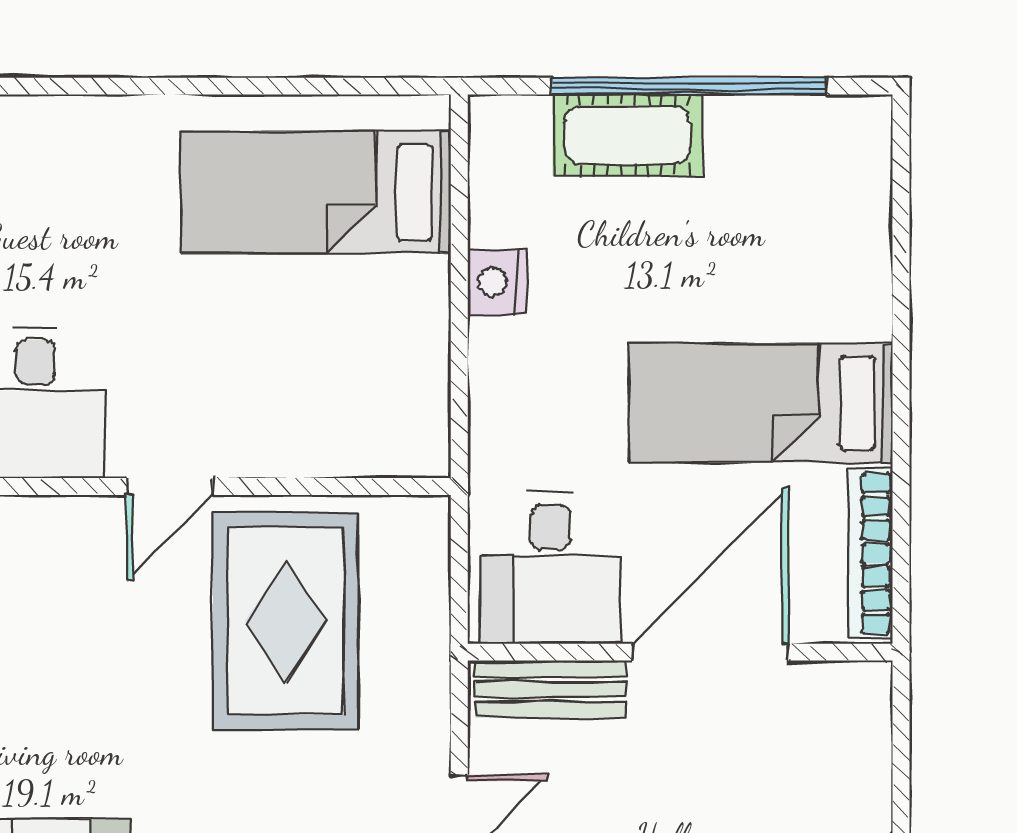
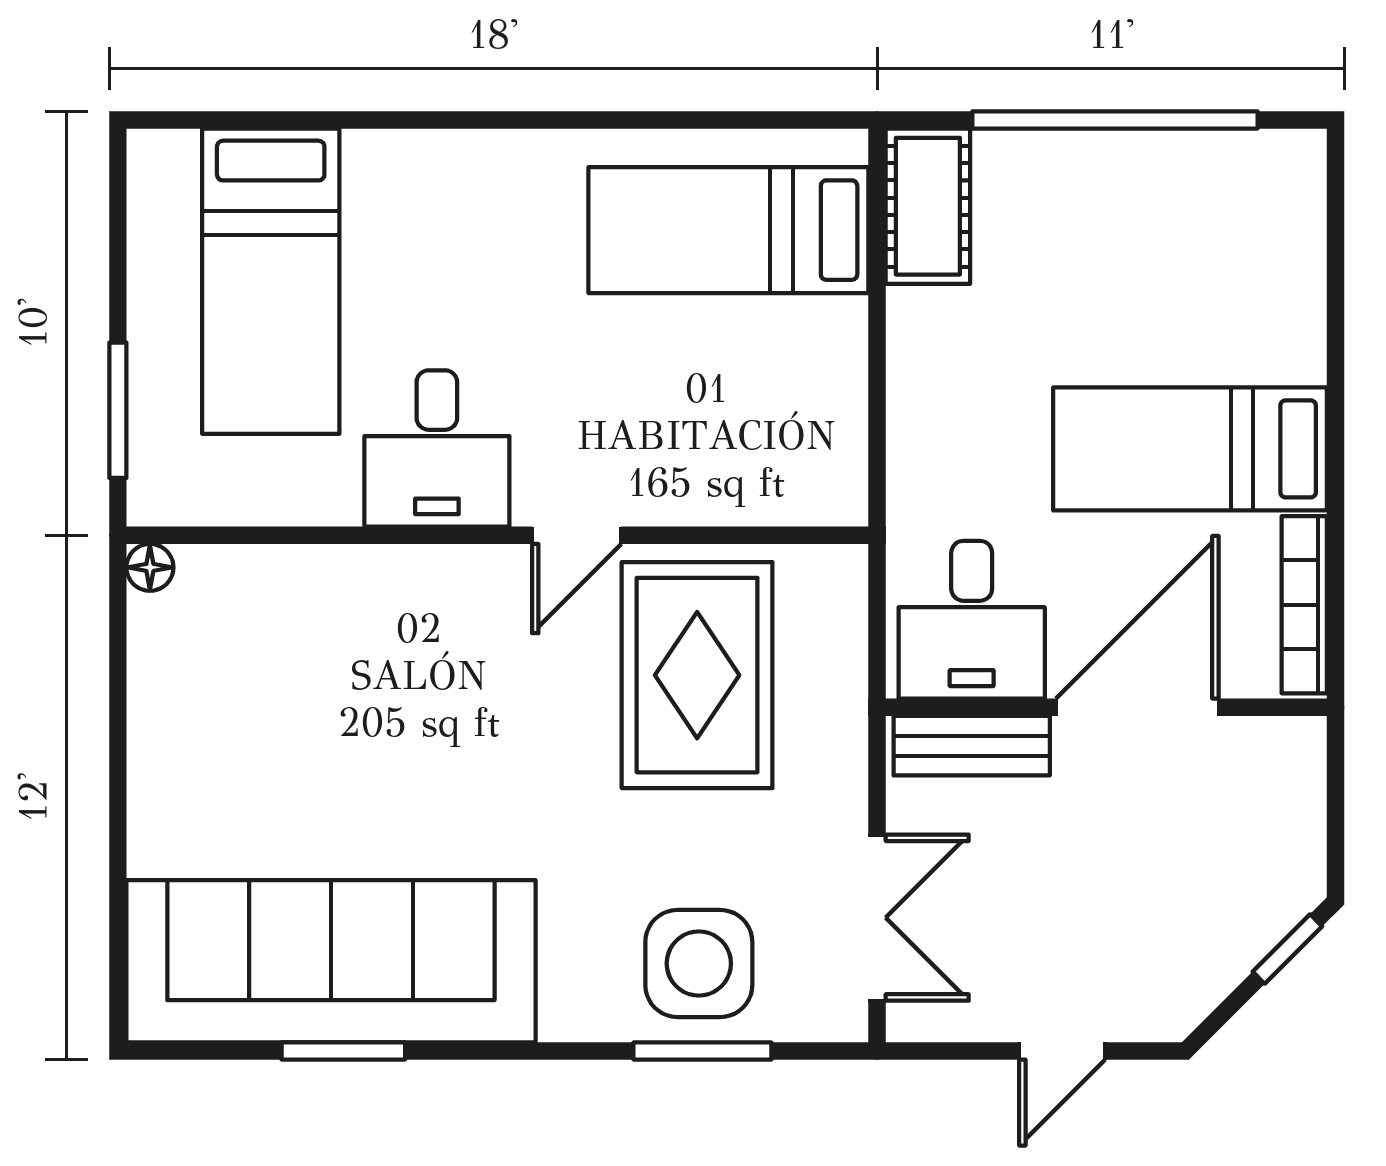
cot: (627, 135) -> (928, 206), moved, turned 90
nightstand: (497, 282) -> (916, 323), removed

